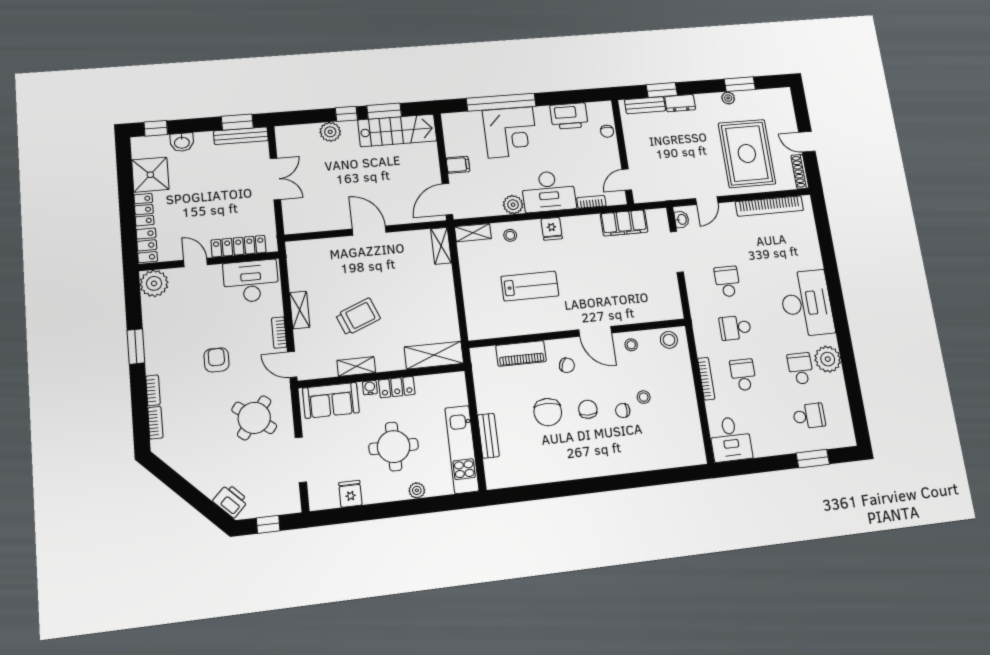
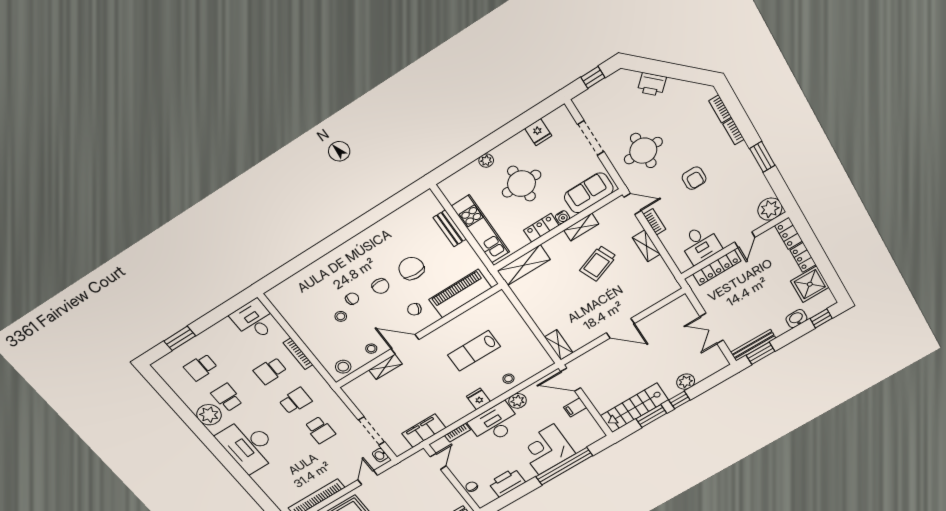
door: (447, 199) -> (571, 380), swing flipped
shelving: (473, 233) -> (385, 367), moved
door: (195, 262) -> (745, 240), hinge flipped
desk: (251, 281) -> (700, 244), width x0.73
piano: (521, 353) -> (460, 294), width x1.37, depth x1.33
school desk: (800, 369) -> (227, 398), turned 180
school desk: (743, 375) -> (270, 371), turned 90
round table: (254, 418) -> (643, 151), turned -37
kitchen unit: (462, 449) -> (481, 229), moved
printer: (231, 501) -> (652, 84), moved

